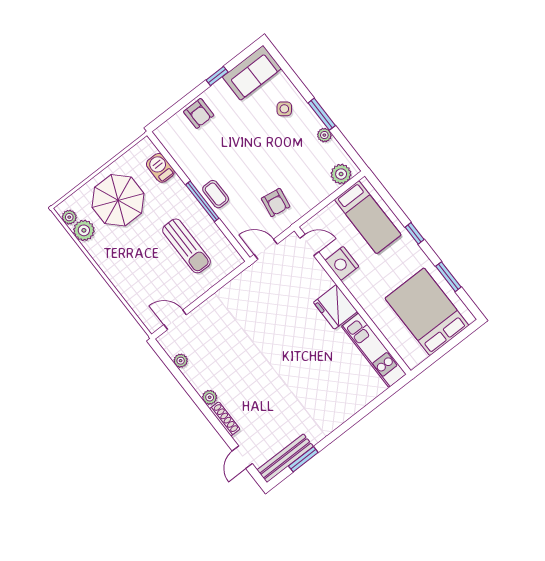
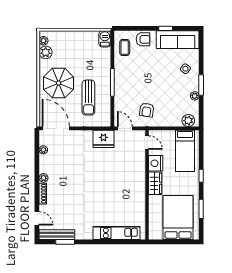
sofa: (252, 73) -> (178, 40), width x1.36
armchair: (199, 113) -> (143, 39), turned -90
barbecue: (160, 168) -> (105, 39), moved
coffee table: (216, 194) -> (125, 47), moved
parasol: (118, 200) -> (59, 83), moved
wardrobe: (362, 290) -> (155, 183), added
fridge: (335, 307) -> (103, 139), moved, turned -90
door: (175, 320) -> (56, 128), width x1.87
kitchen unit: (374, 350) -> (117, 233), moved, turned 90
door: (242, 457) -> (37, 218), swing flipped

